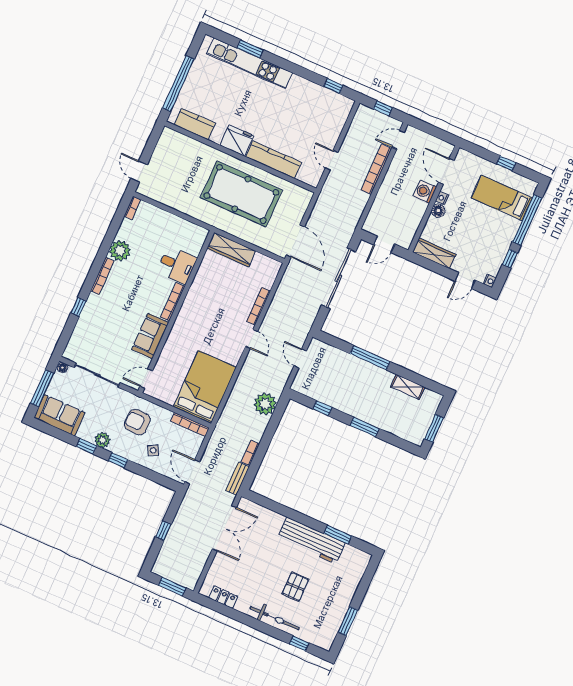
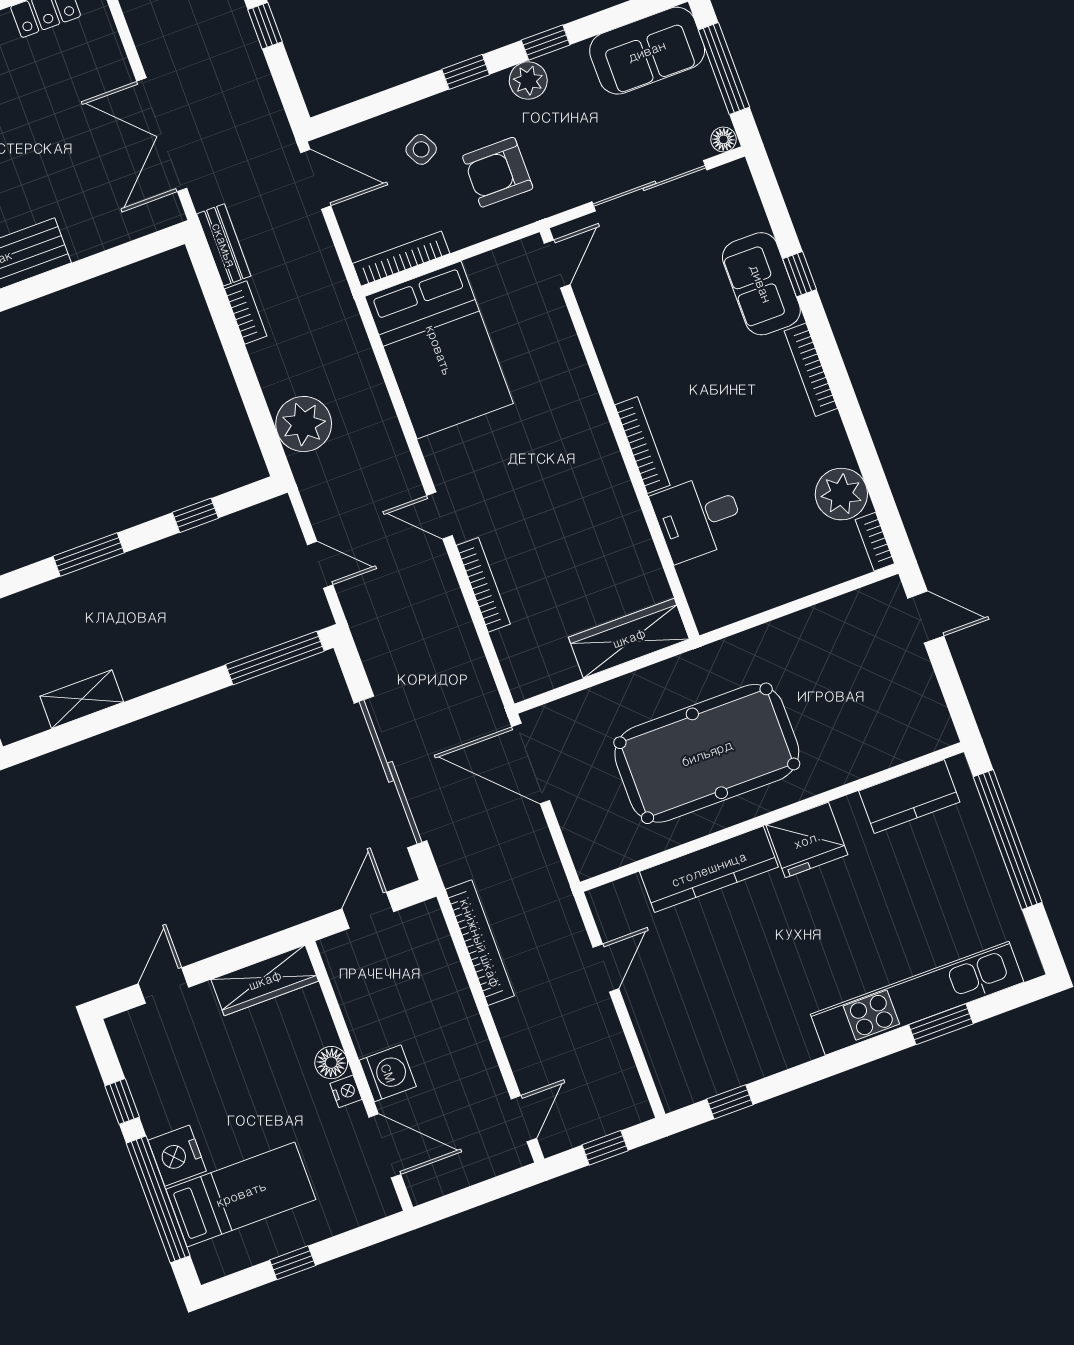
door: (332, 160) -> (606, 968), hinge flipped
bookcase: (376, 169) -> (480, 943), moved
plant: (120, 251) -> (841, 494), moved
nightstand: (490, 281) -> (177, 1156), moved, width x1.89, depth x1.79
sofa: (150, 336) -> (761, 284), moved, turned 180
window: (370, 358) -> (275, 658), moved
armchair: (137, 422) -> (498, 172), turned 180

